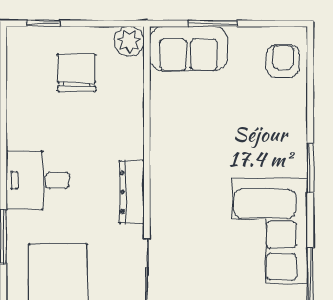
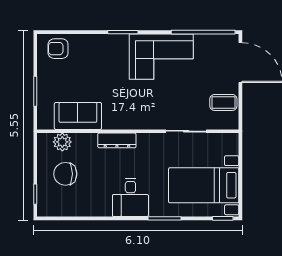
plant: (129, 41) -> (62, 142), moved
sofa: (188, 49) -> (78, 116), moved, turned -90
dresser: (132, 192) -> (117, 140), moved

